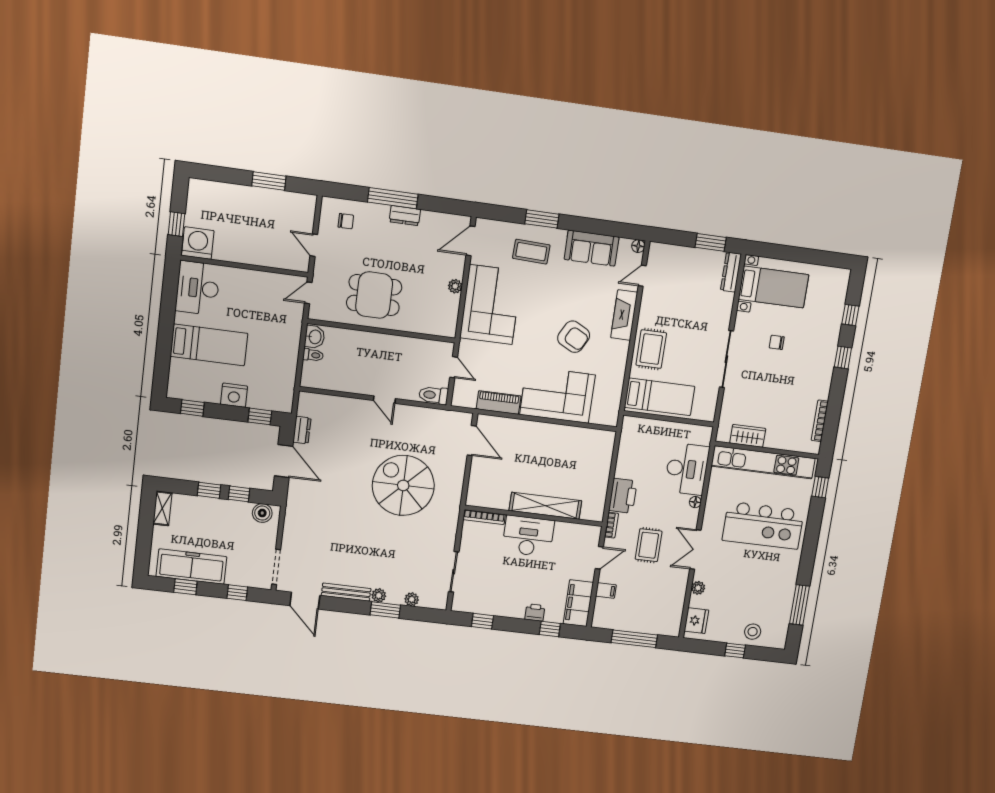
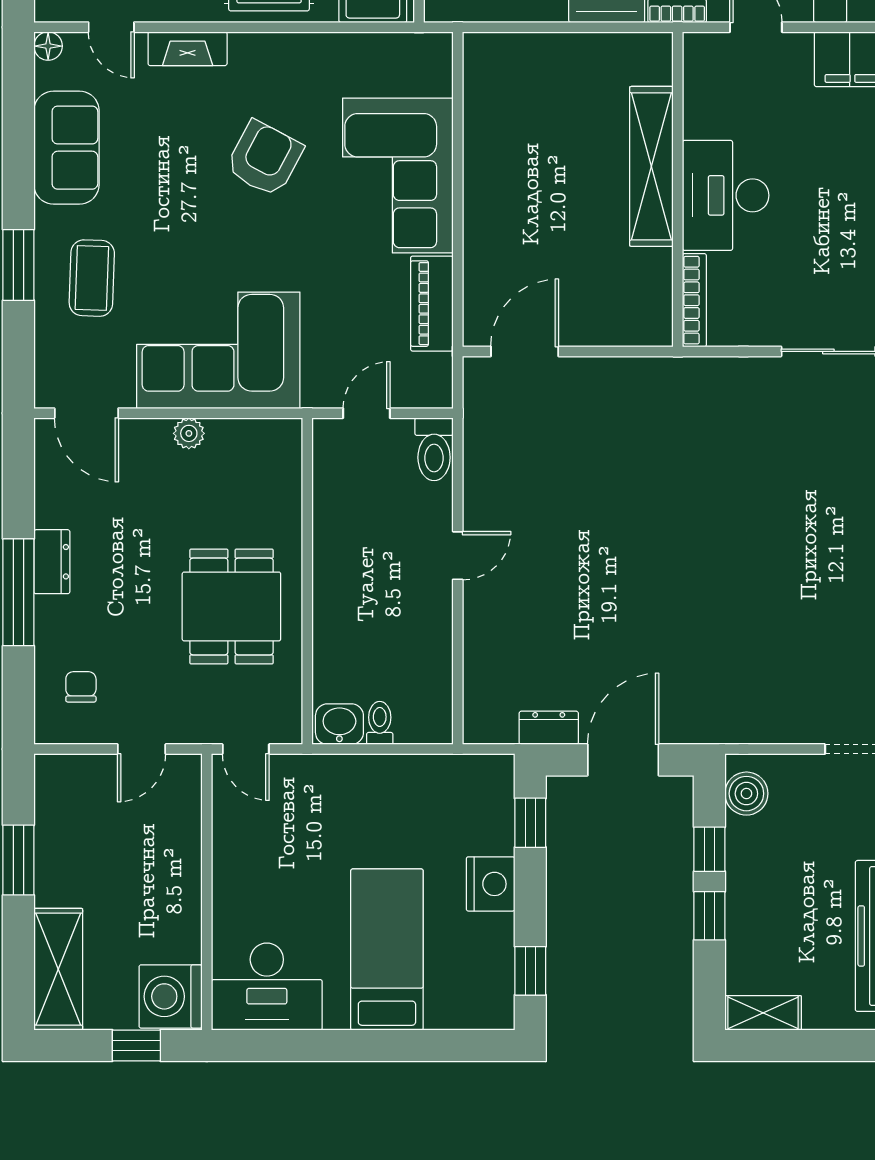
shelving: (216, 193) -> (58, 969), added
fireplace: (624, 315) -> (188, 49), width x0.73, depth x0.76
spiral stairs: (403, 485) -> (645, 490), removed

